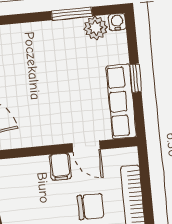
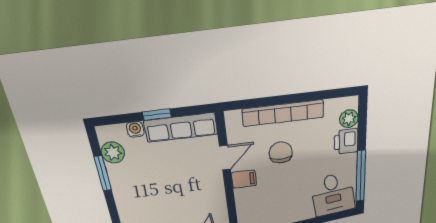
water cooler: (117, 22) -> (135, 129), moved, turned 90

